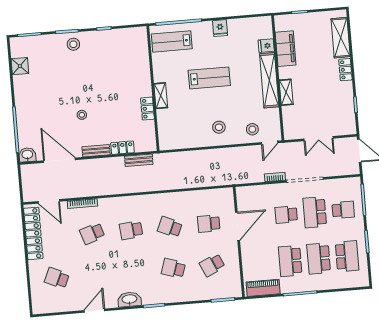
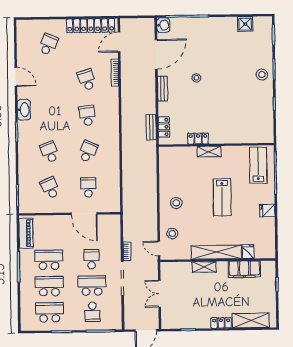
locker: (123, 148) -> (164, 127), moved
school desk: (347, 256) -> (50, 312), turned 180
school desk: (173, 268) -> (50, 152), turned -39

